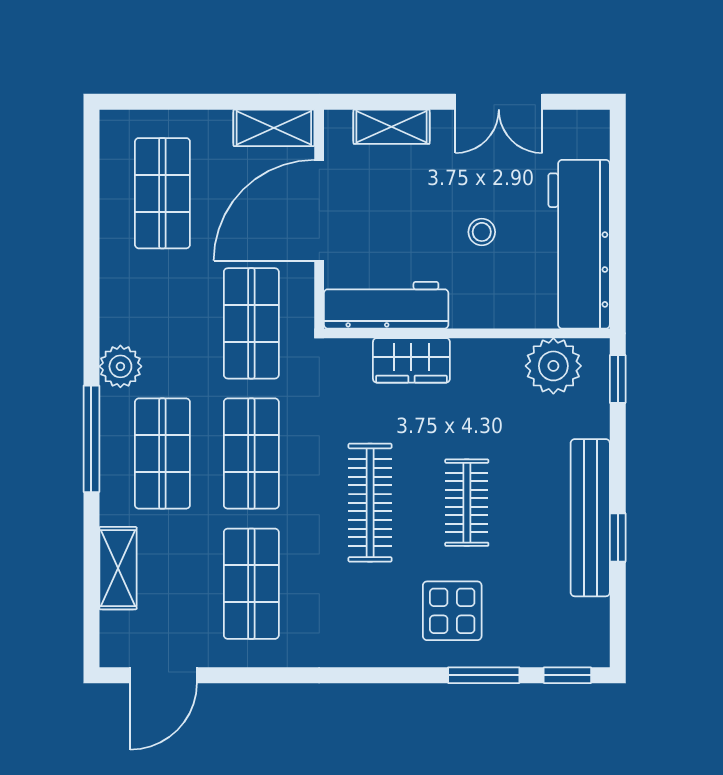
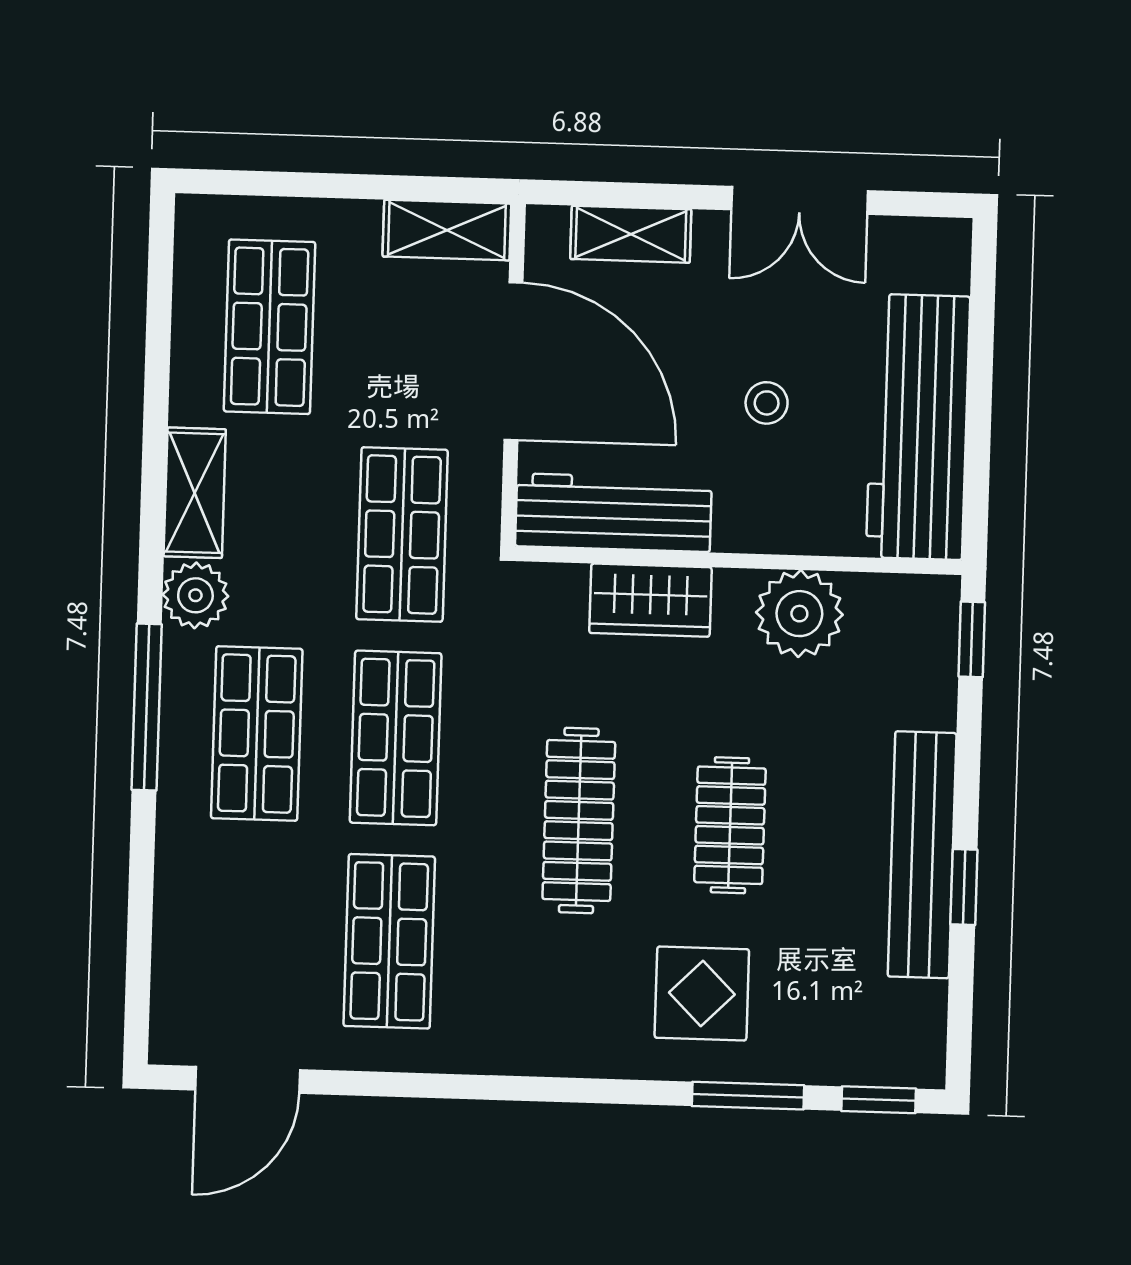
door: (319, 210) -> (514, 361), swing flipped
plant: (553, 366) -> (799, 614), moved
shelving: (118, 568) -> (195, 493), moved

